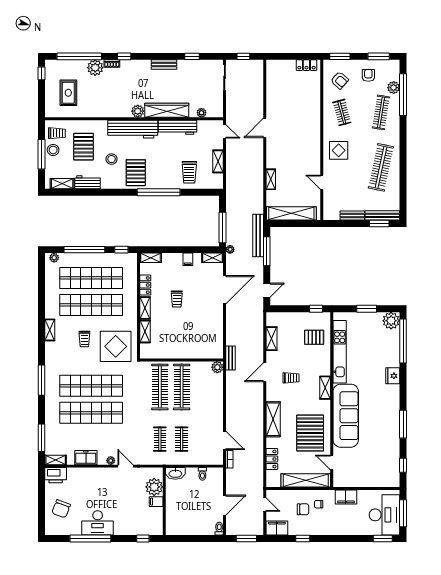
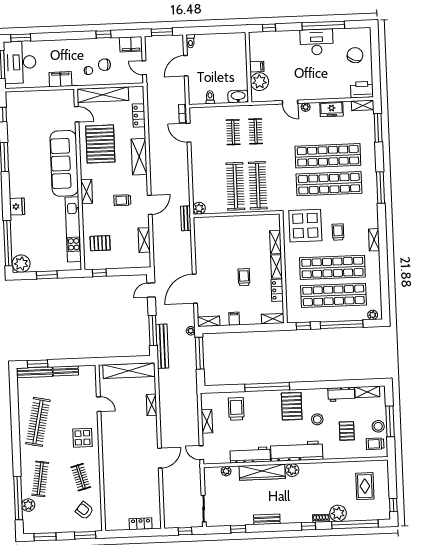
locker: (306, 65) -> (141, 524), moved
armchair: (368, 75) -> (55, 517), removed
pallet: (84, 147) -> (347, 431), width x0.67, depth x0.71

